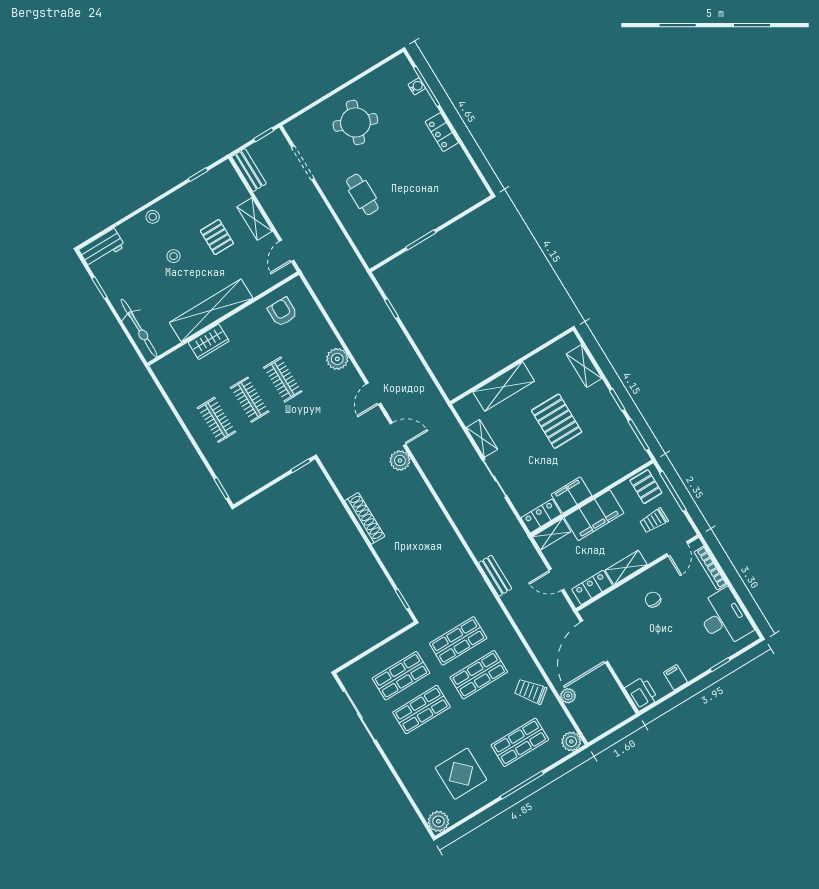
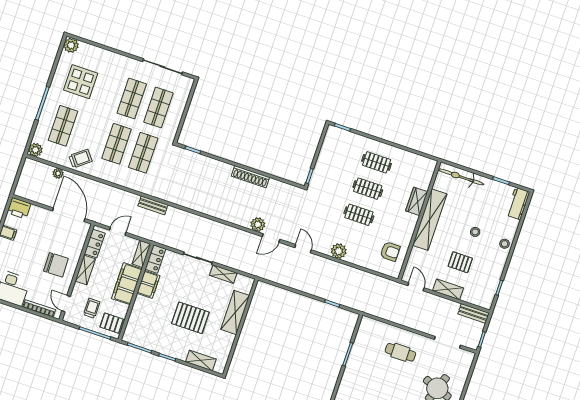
chair: (653, 600) -> (56, 265), width x1.87, depth x1.87

